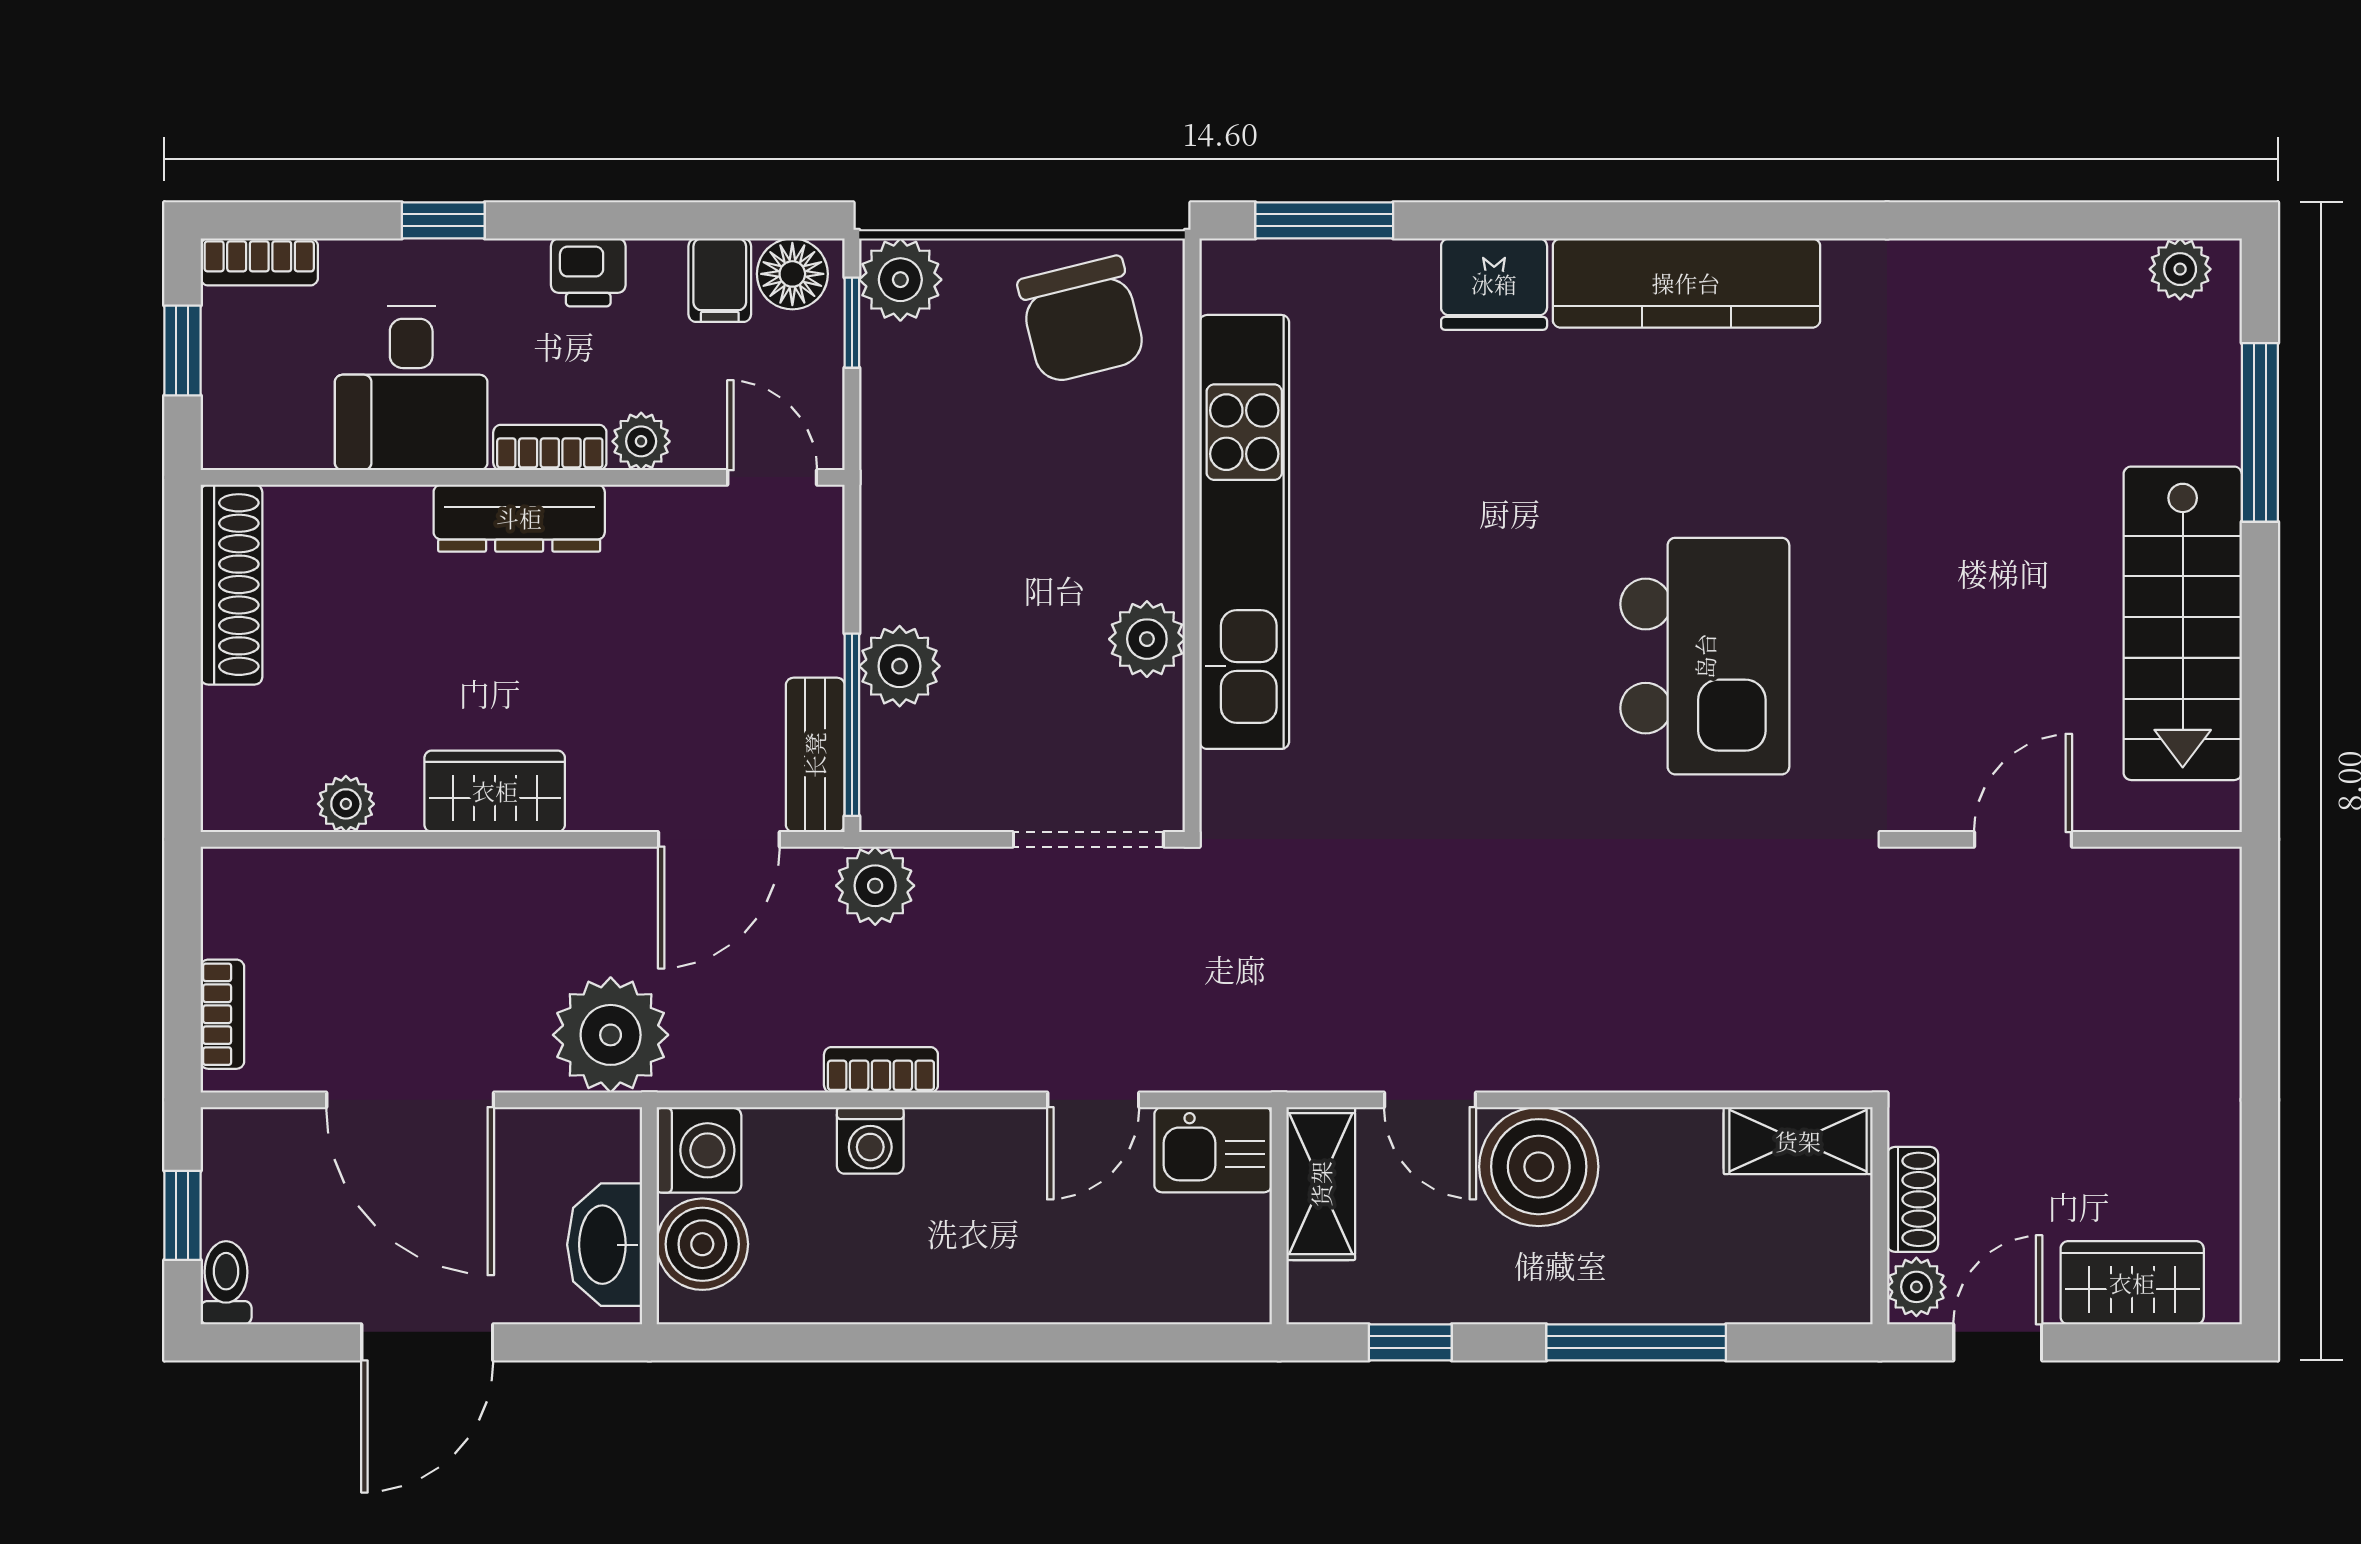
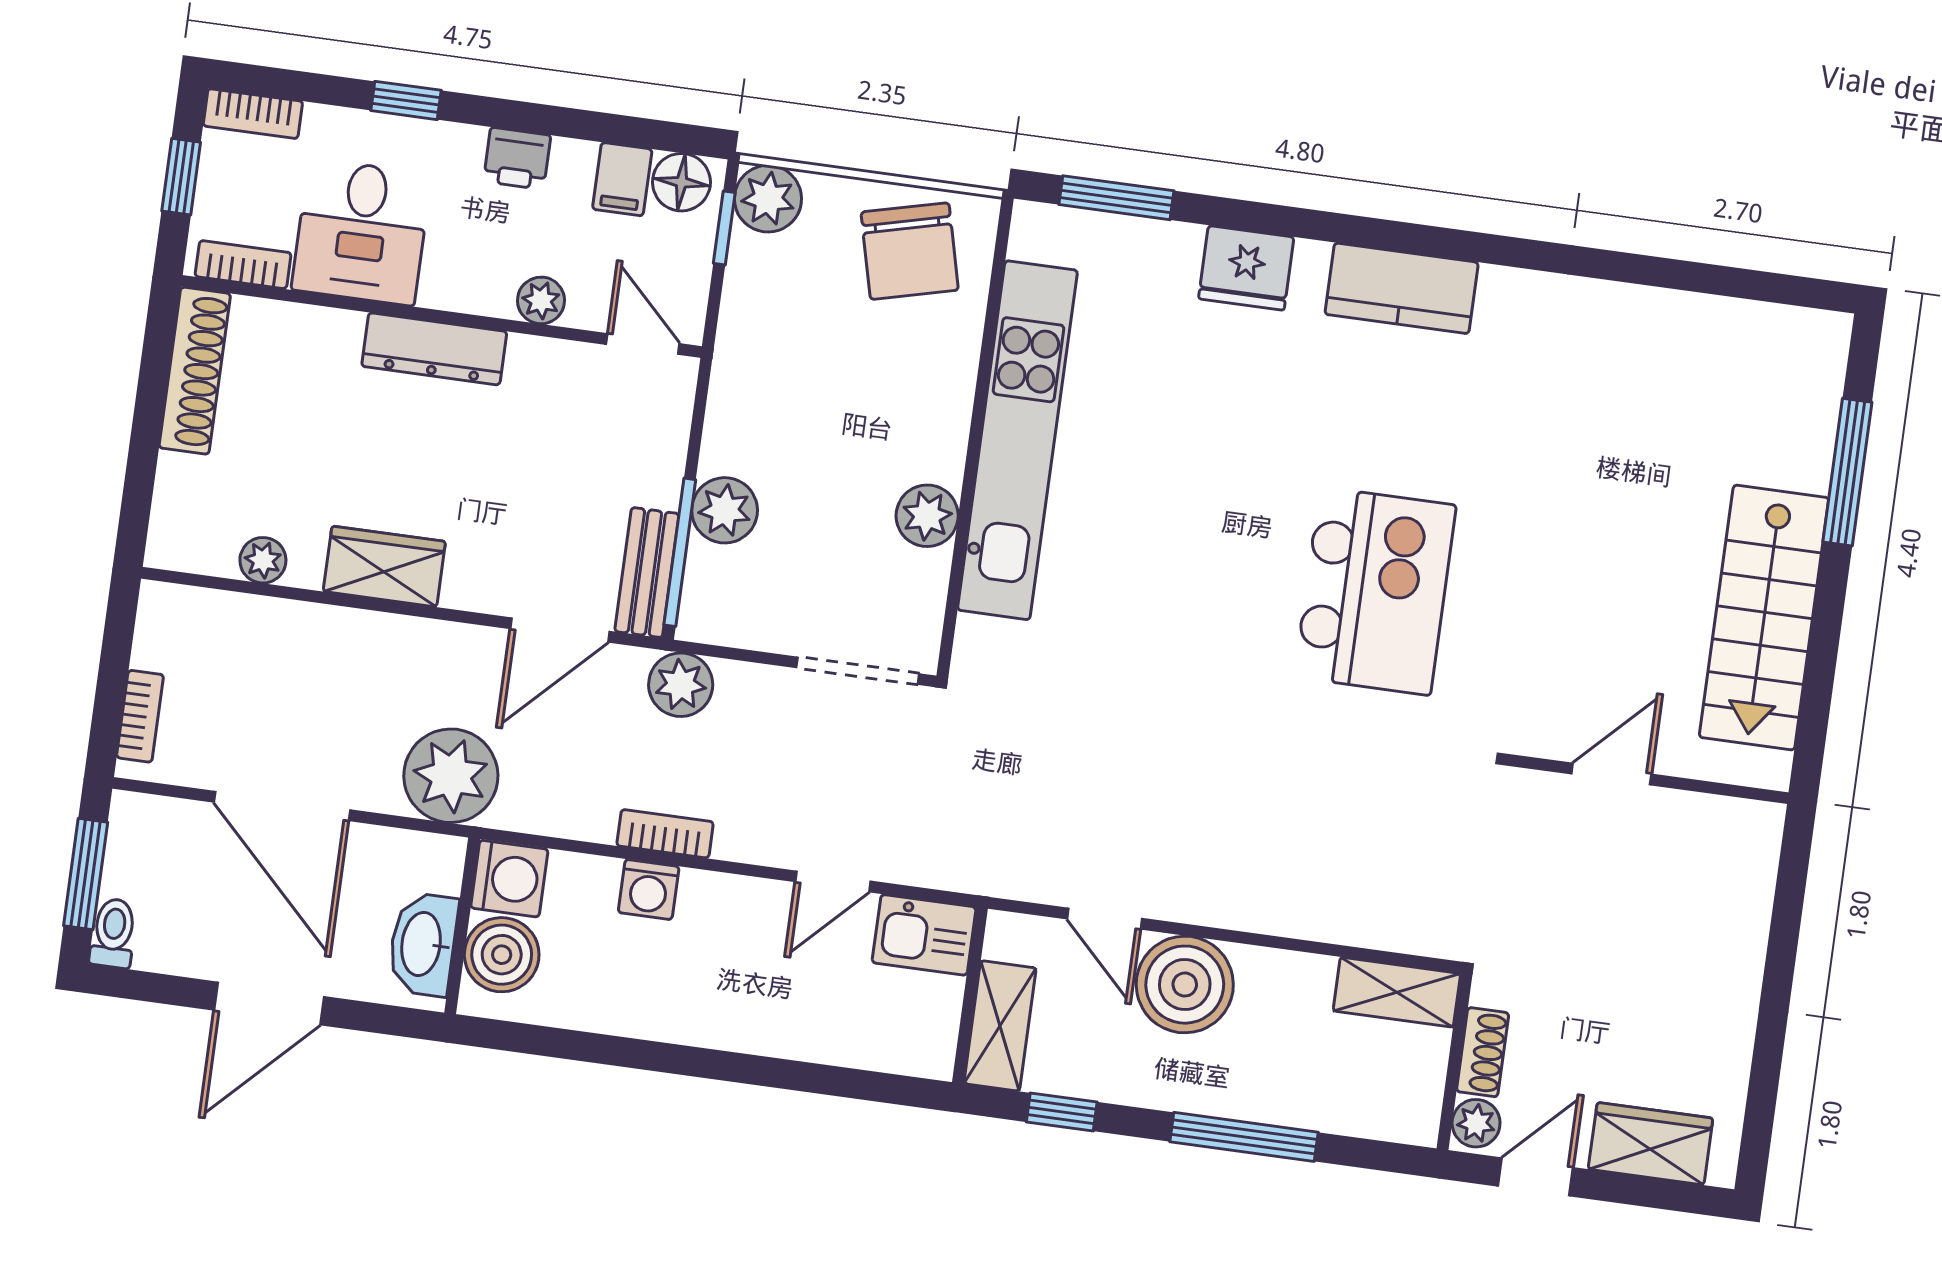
plant: (2180, 269) -> (1801, 332), removed
kitchen counter: (1686, 283) -> (1402, 288), width x0.67
bookcase: (550, 447) -> (243, 265), moved
shelving: (1321, 1184) -> (1000, 1026), moved
window: (182, 1215) -> (86, 874), width x1.50

